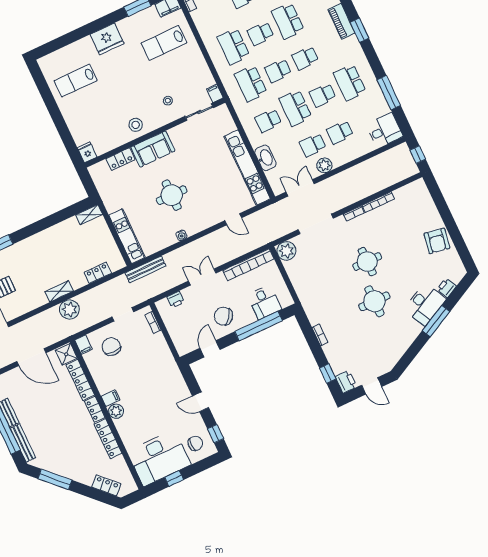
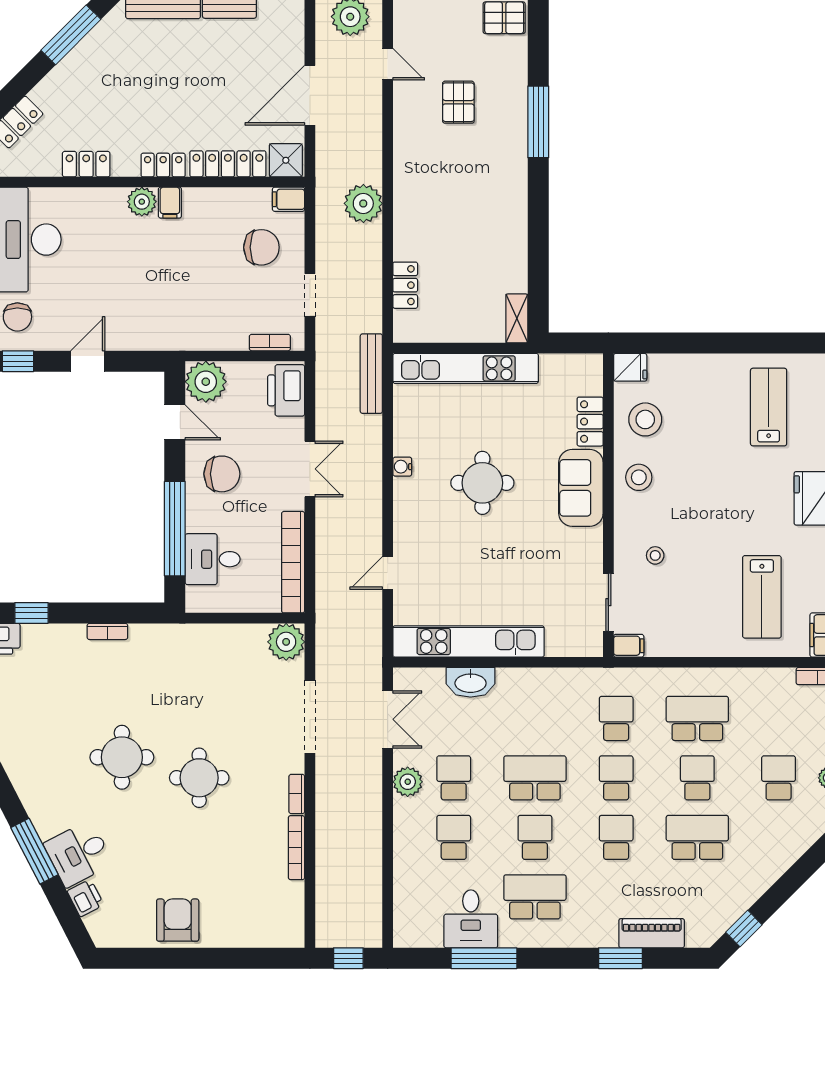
lab bench: (164, 43) -> (762, 597), turned 180
school desk: (251, 84) -> (616, 718), width x0.54
school desk: (268, 121) -> (535, 718), removed
desk: (384, 130) -> (471, 919), moved
stool: (108, 134) -> (645, 419), added
kitchen unit: (127, 236) -> (466, 368), width x1.36
armchair: (437, 241) -> (178, 920), turned 80
shelving: (59, 291) -> (405, 200), removed
printer: (176, 299) -> (286, 390), width x1.87, depth x1.48
desk: (425, 304) -> (78, 854), width x0.73
chair: (223, 316) -> (222, 474), turned 52
plant: (185, 343) -> (206, 382), added
locker: (108, 439) -> (86, 164), width x0.66

